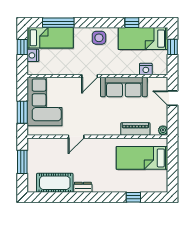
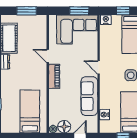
nightstand: (33, 55) -> (106, 20), moved
window: (22, 112) -> (79, 11), moved
floor lamp: (160, 117) -> (64, 127), added
piano: (135, 129) -> (54, 76), moved

